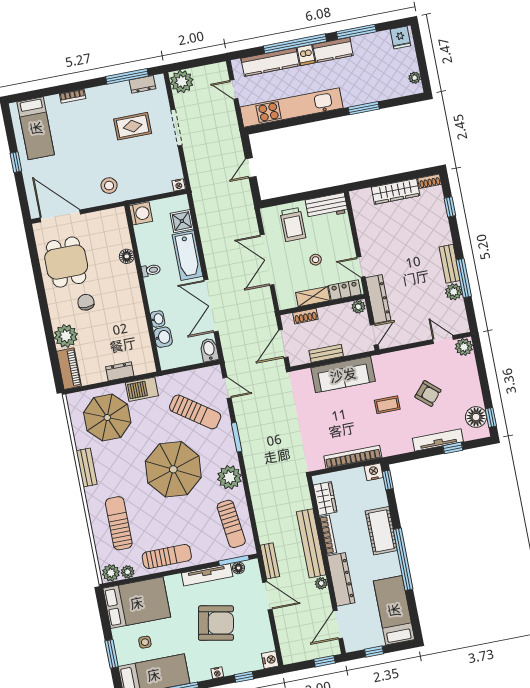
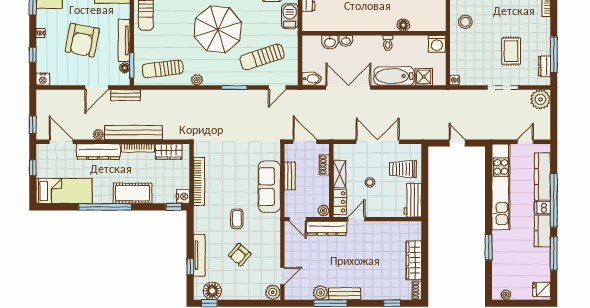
sun lounger: (195, 412) -> (262, 57), turned 37
plant: (229, 477) -> (197, 80), width x0.53, depth x0.53

